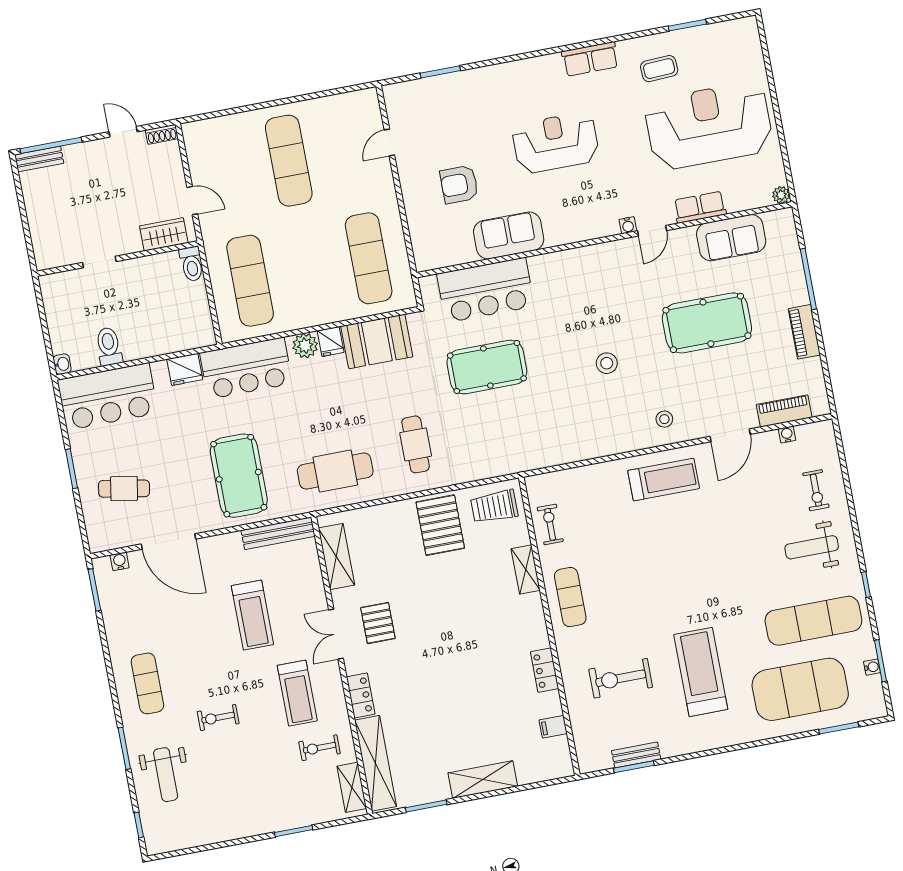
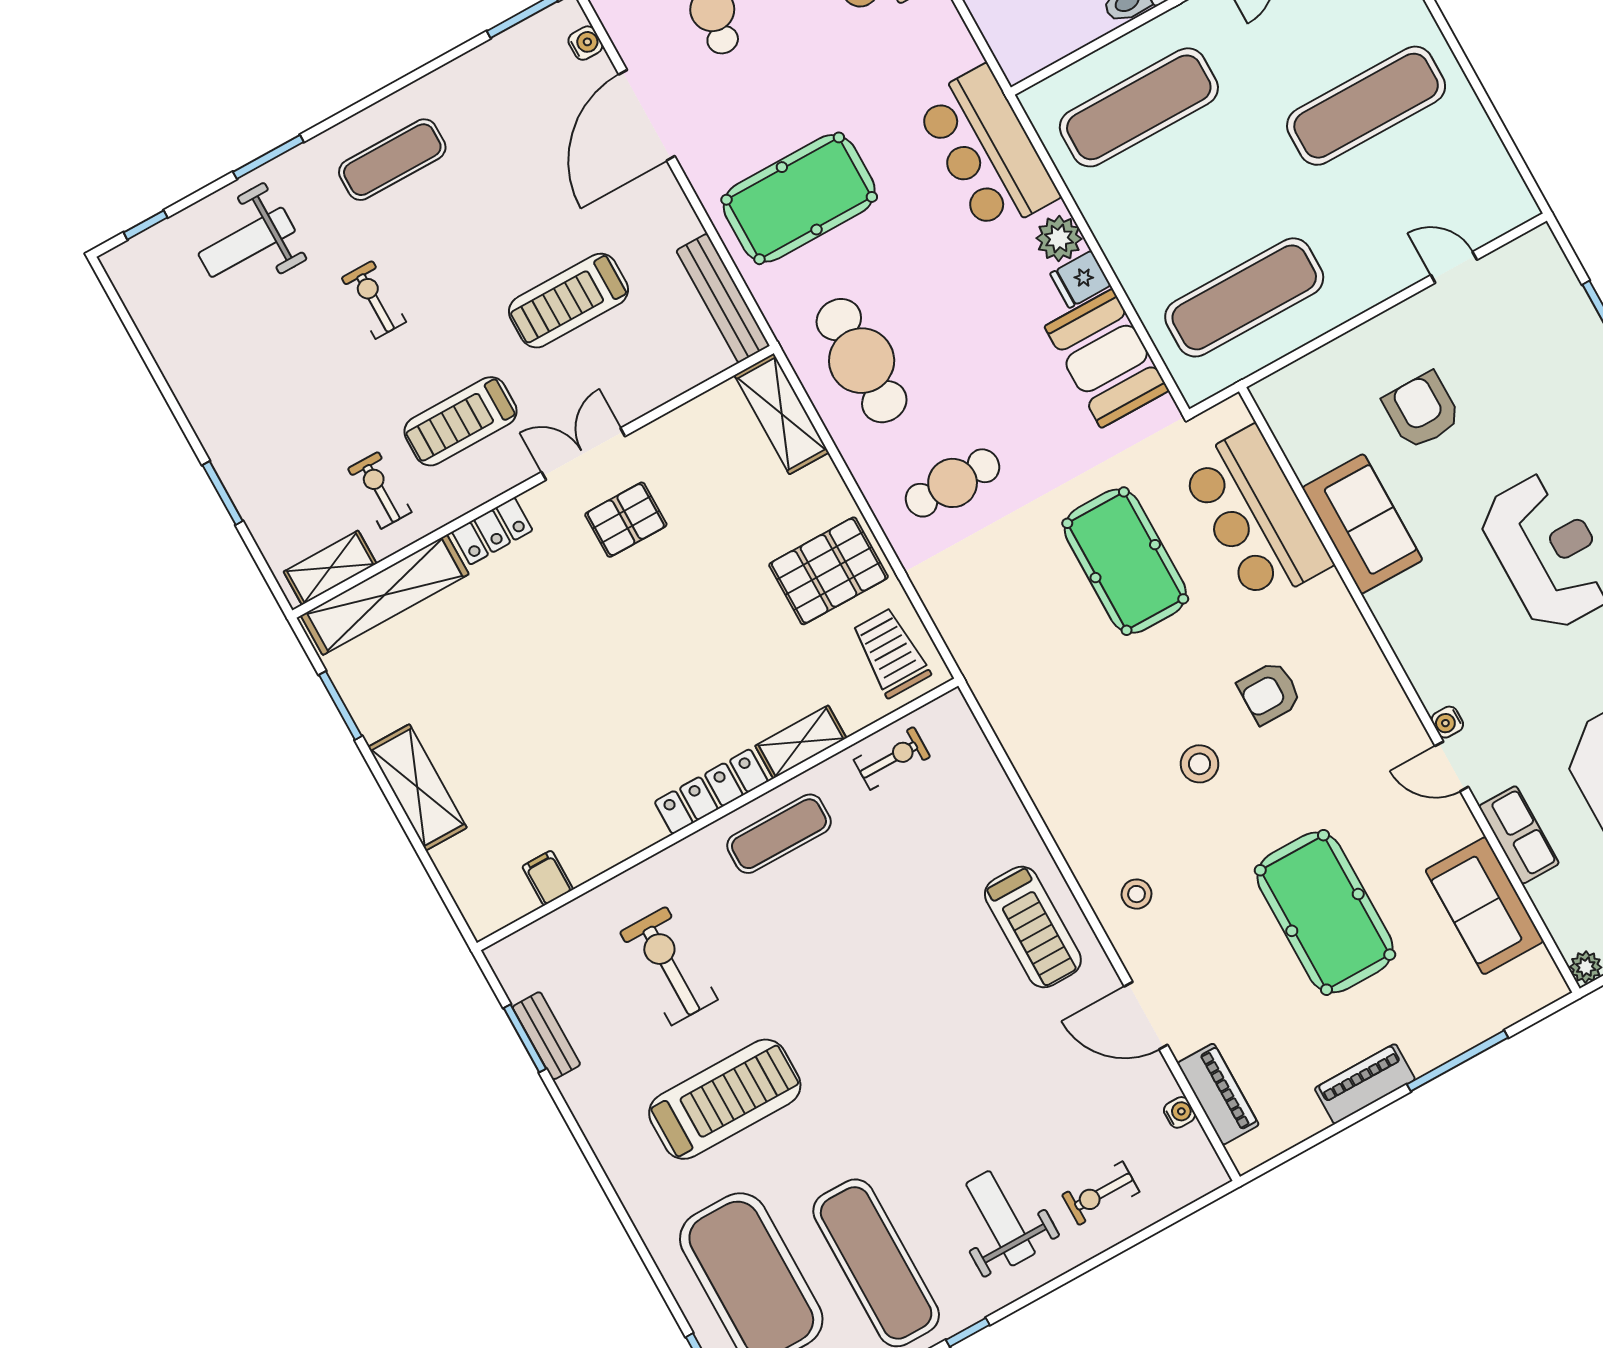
armchair: (581, 314) -> (1269, 693), added
fridge: (185, 369) -> (950, 46), removed
shelving: (336, 557) -> (782, 414), moved, turned 90
locker: (545, 670) -> (711, 792), moved, width x1.53

